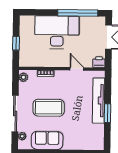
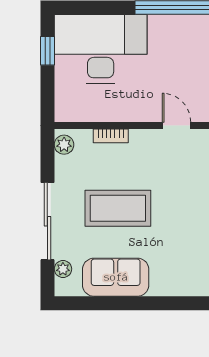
desk: (57, 32) -> (101, 49), moved
window: (16, 43) -> (47, 51), moved

